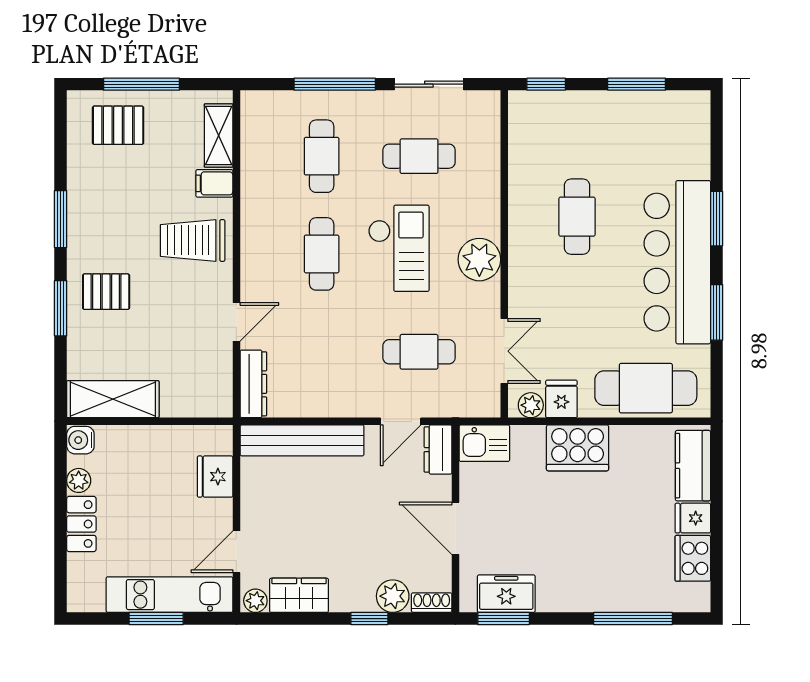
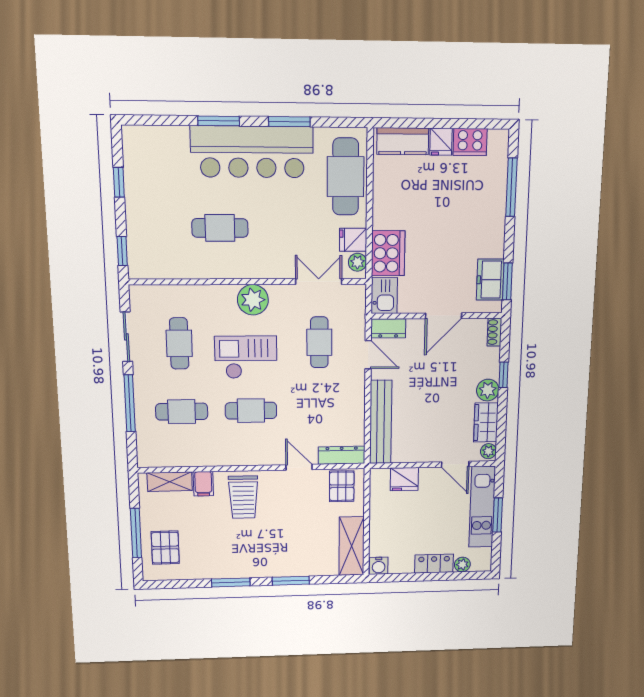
window: (637, 84) -> (119, 182), width x0.67
pallet: (106, 292) -> (342, 486), moved
cooker: (578, 448) -> (388, 253), moved
plant: (79, 480) -> (462, 565), moved
plant: (393, 596) -> (488, 390), moved

